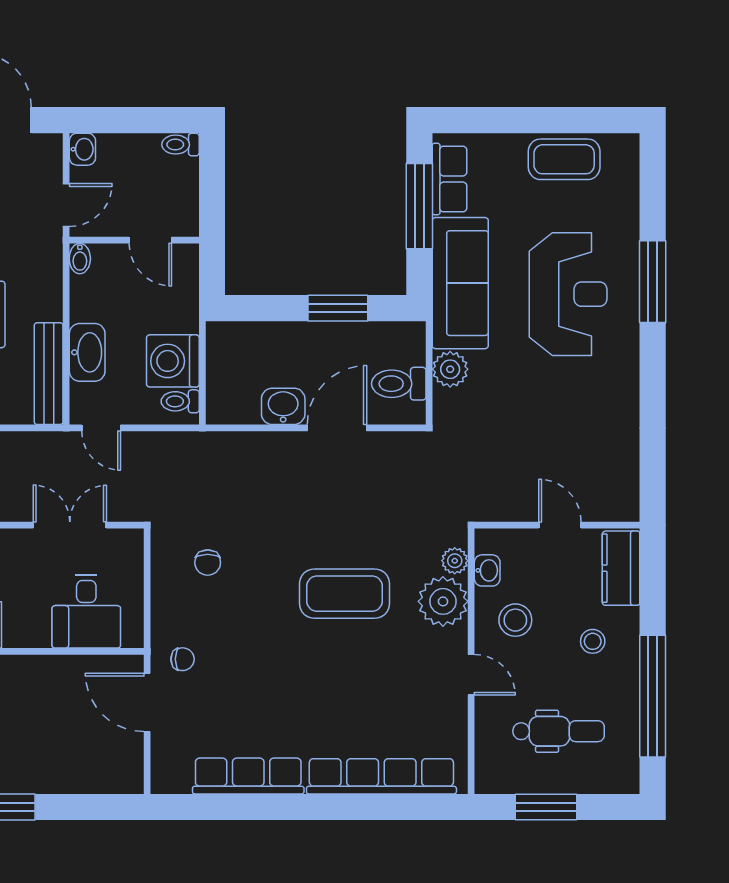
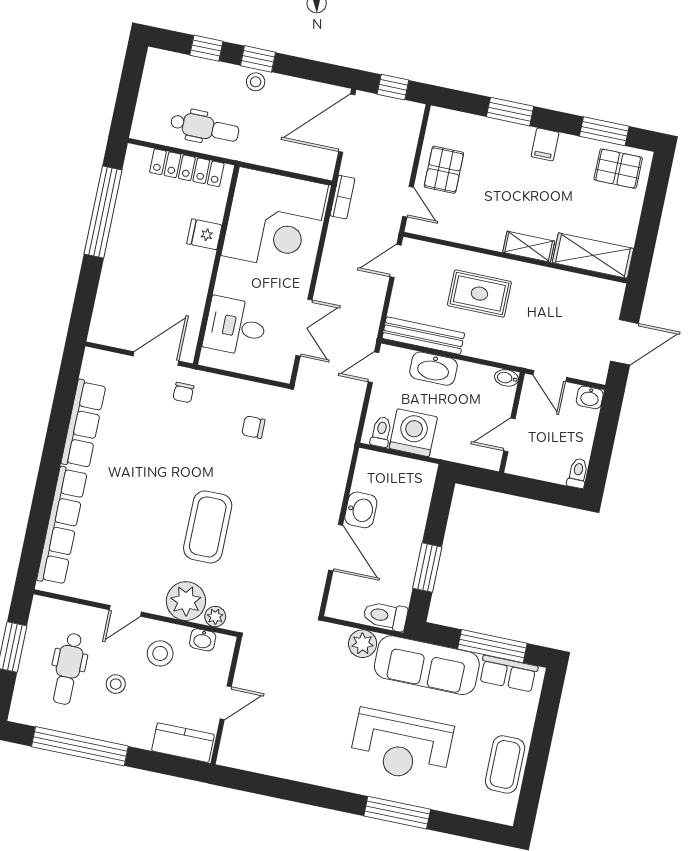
toilet: (399, 384) -> (385, 616), moved, turned -90
stool: (593, 641) -> (116, 684), moved

